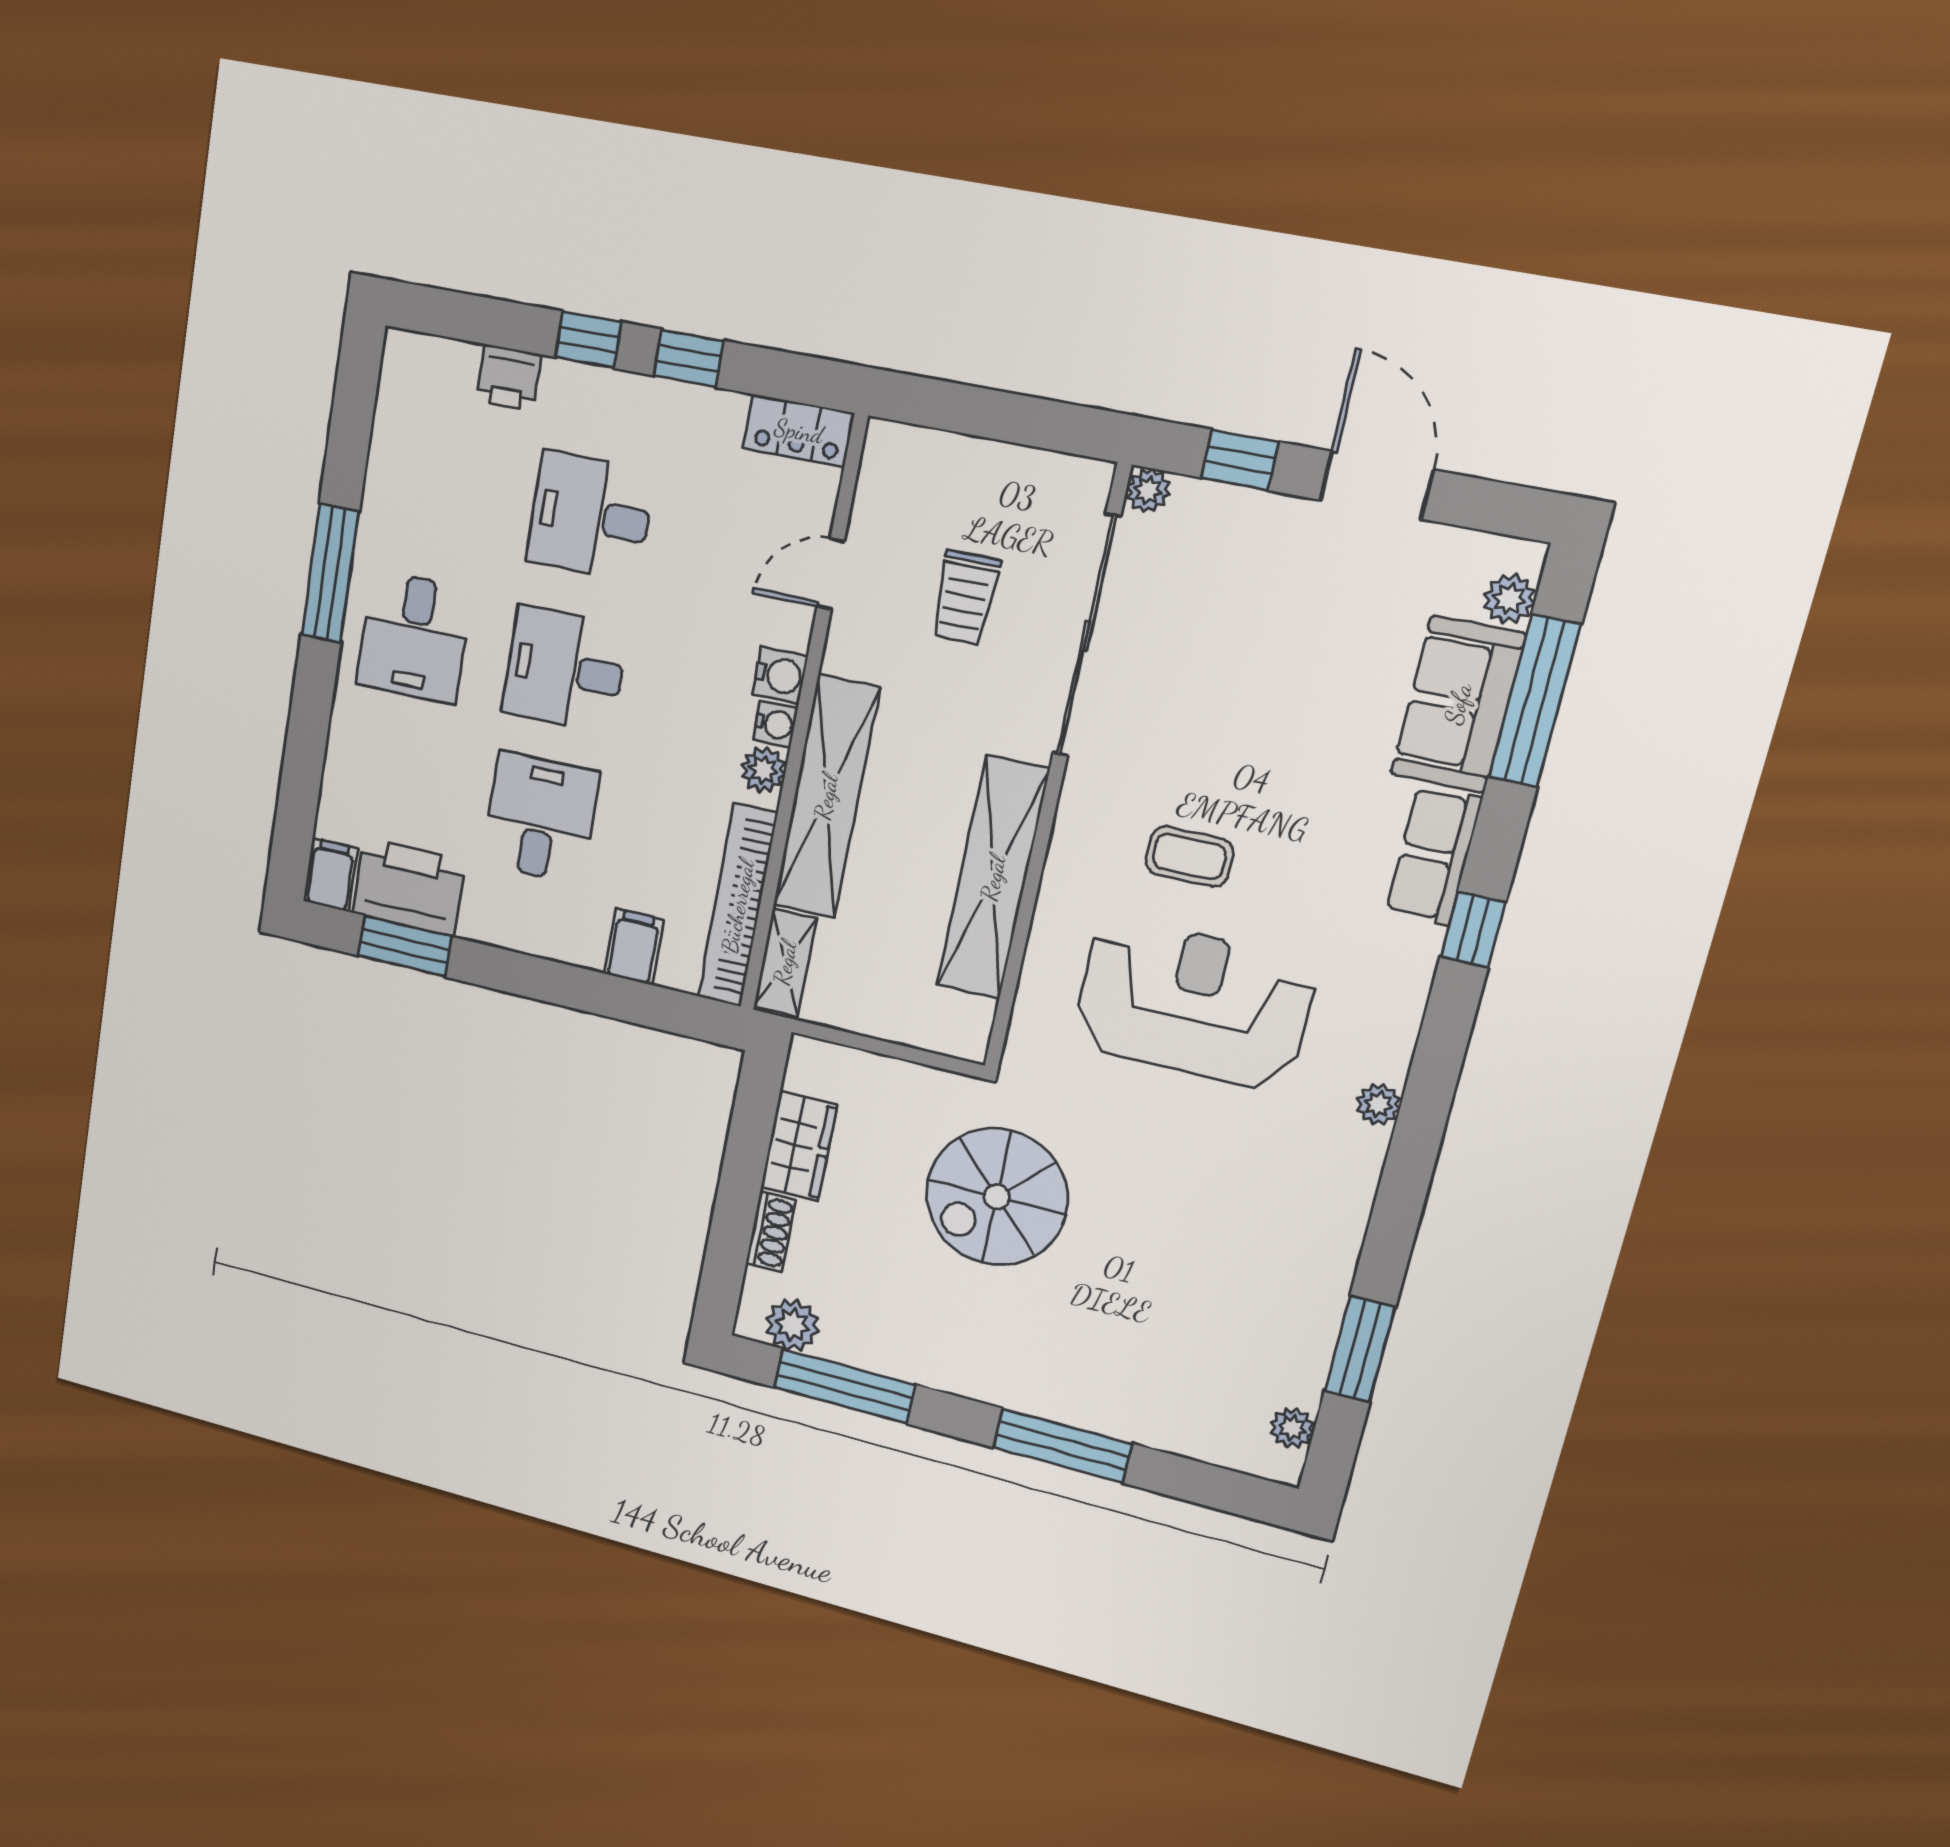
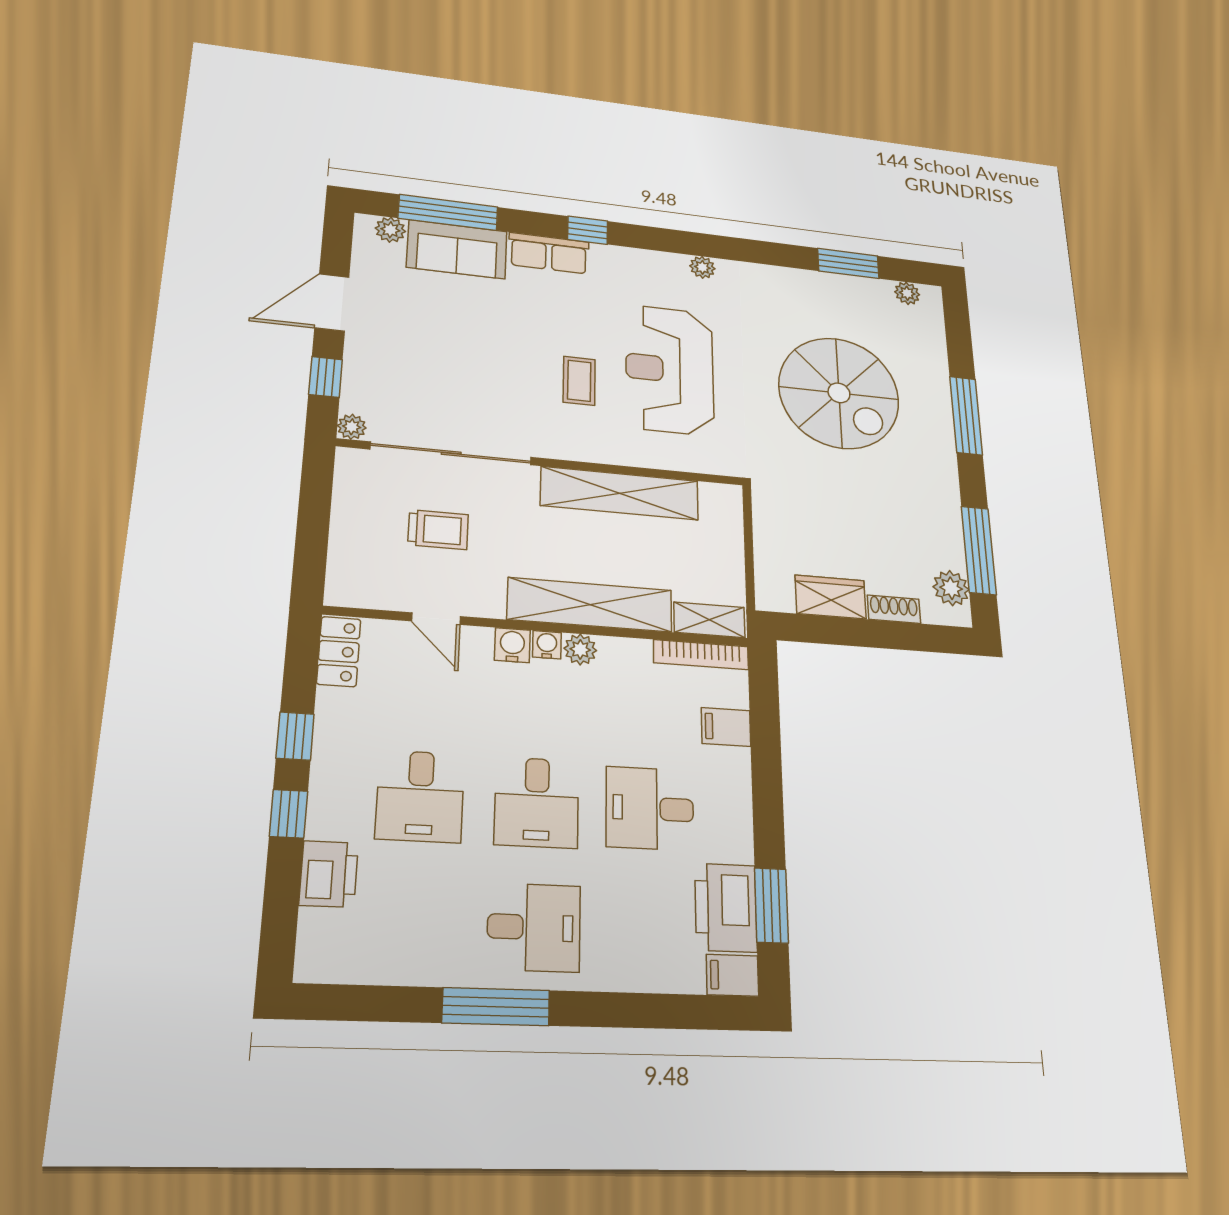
printer: (509, 378) -> (329, 874), width x1.36, depth x1.24
bookcase: (738, 906) -> (701, 655), width x0.68, depth x0.76
spiral stairs: (997, 1197) -> (839, 393), moved, width x1.37, depth x1.37

